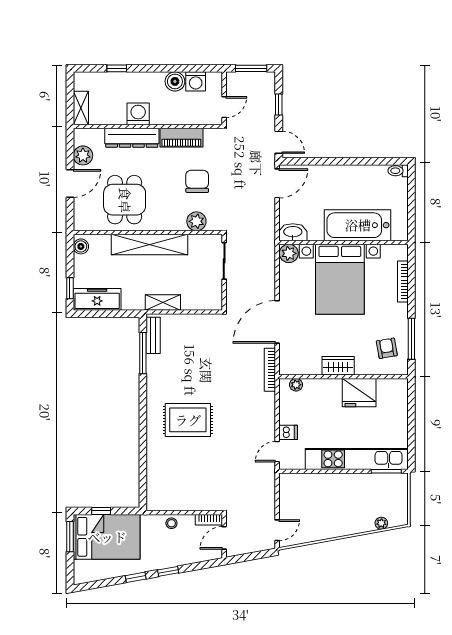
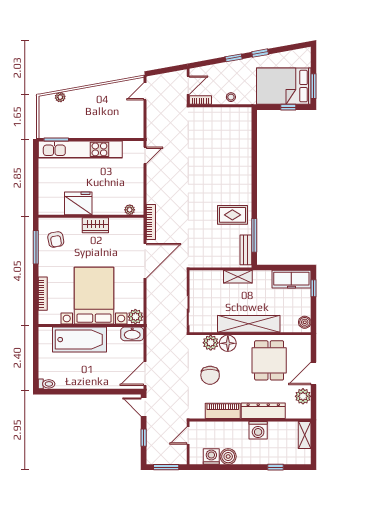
floor lamp: (175, 221) -> (228, 343), added
rug: (188, 420) -> (232, 215), moved, width x0.73, depth x0.70
dishwasher: (288, 432) -> (136, 171), removed

